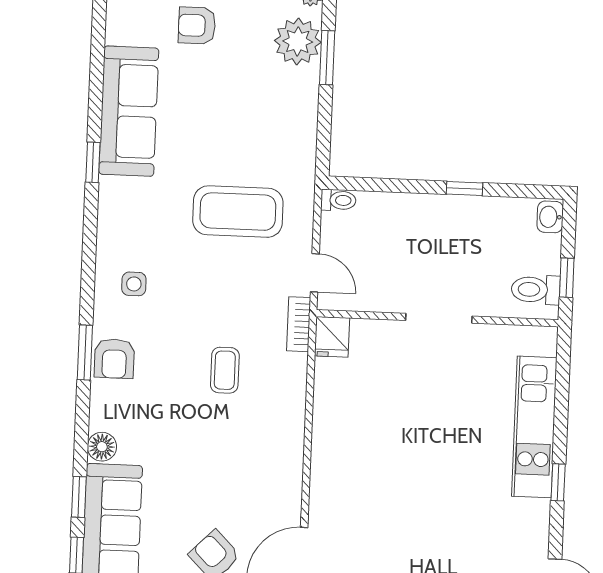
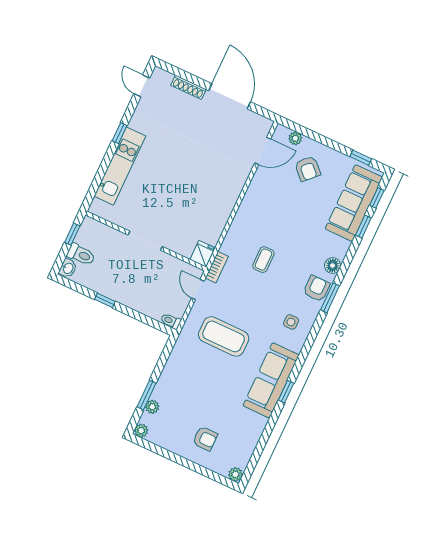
plant: (298, 41) -> (152, 407), width x0.53, depth x0.53
sofa: (129, 111) -> (271, 380), moved
toilet: (536, 290) -> (81, 255), moved
floor lamp: (102, 447) -> (333, 266), moved

